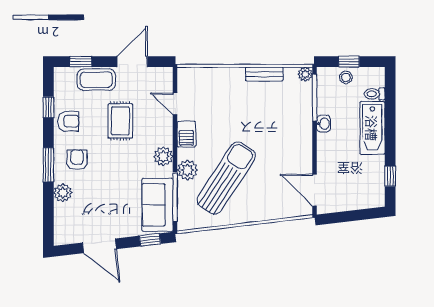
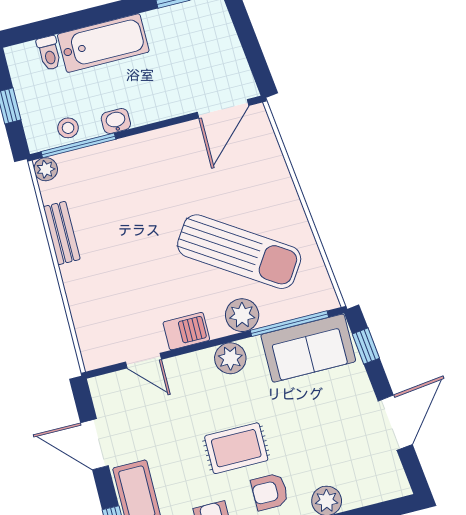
stool: (346, 77) -> (68, 128), moved
door: (175, 104) -> (144, 361), hinge flipped
rug: (120, 121) -> (236, 448), moved
sun lounger: (226, 178) -> (239, 252), turned 180

